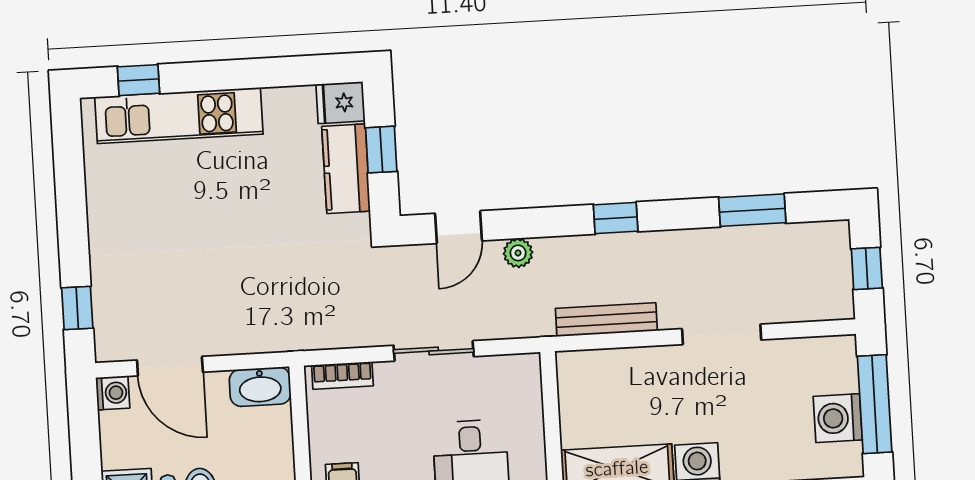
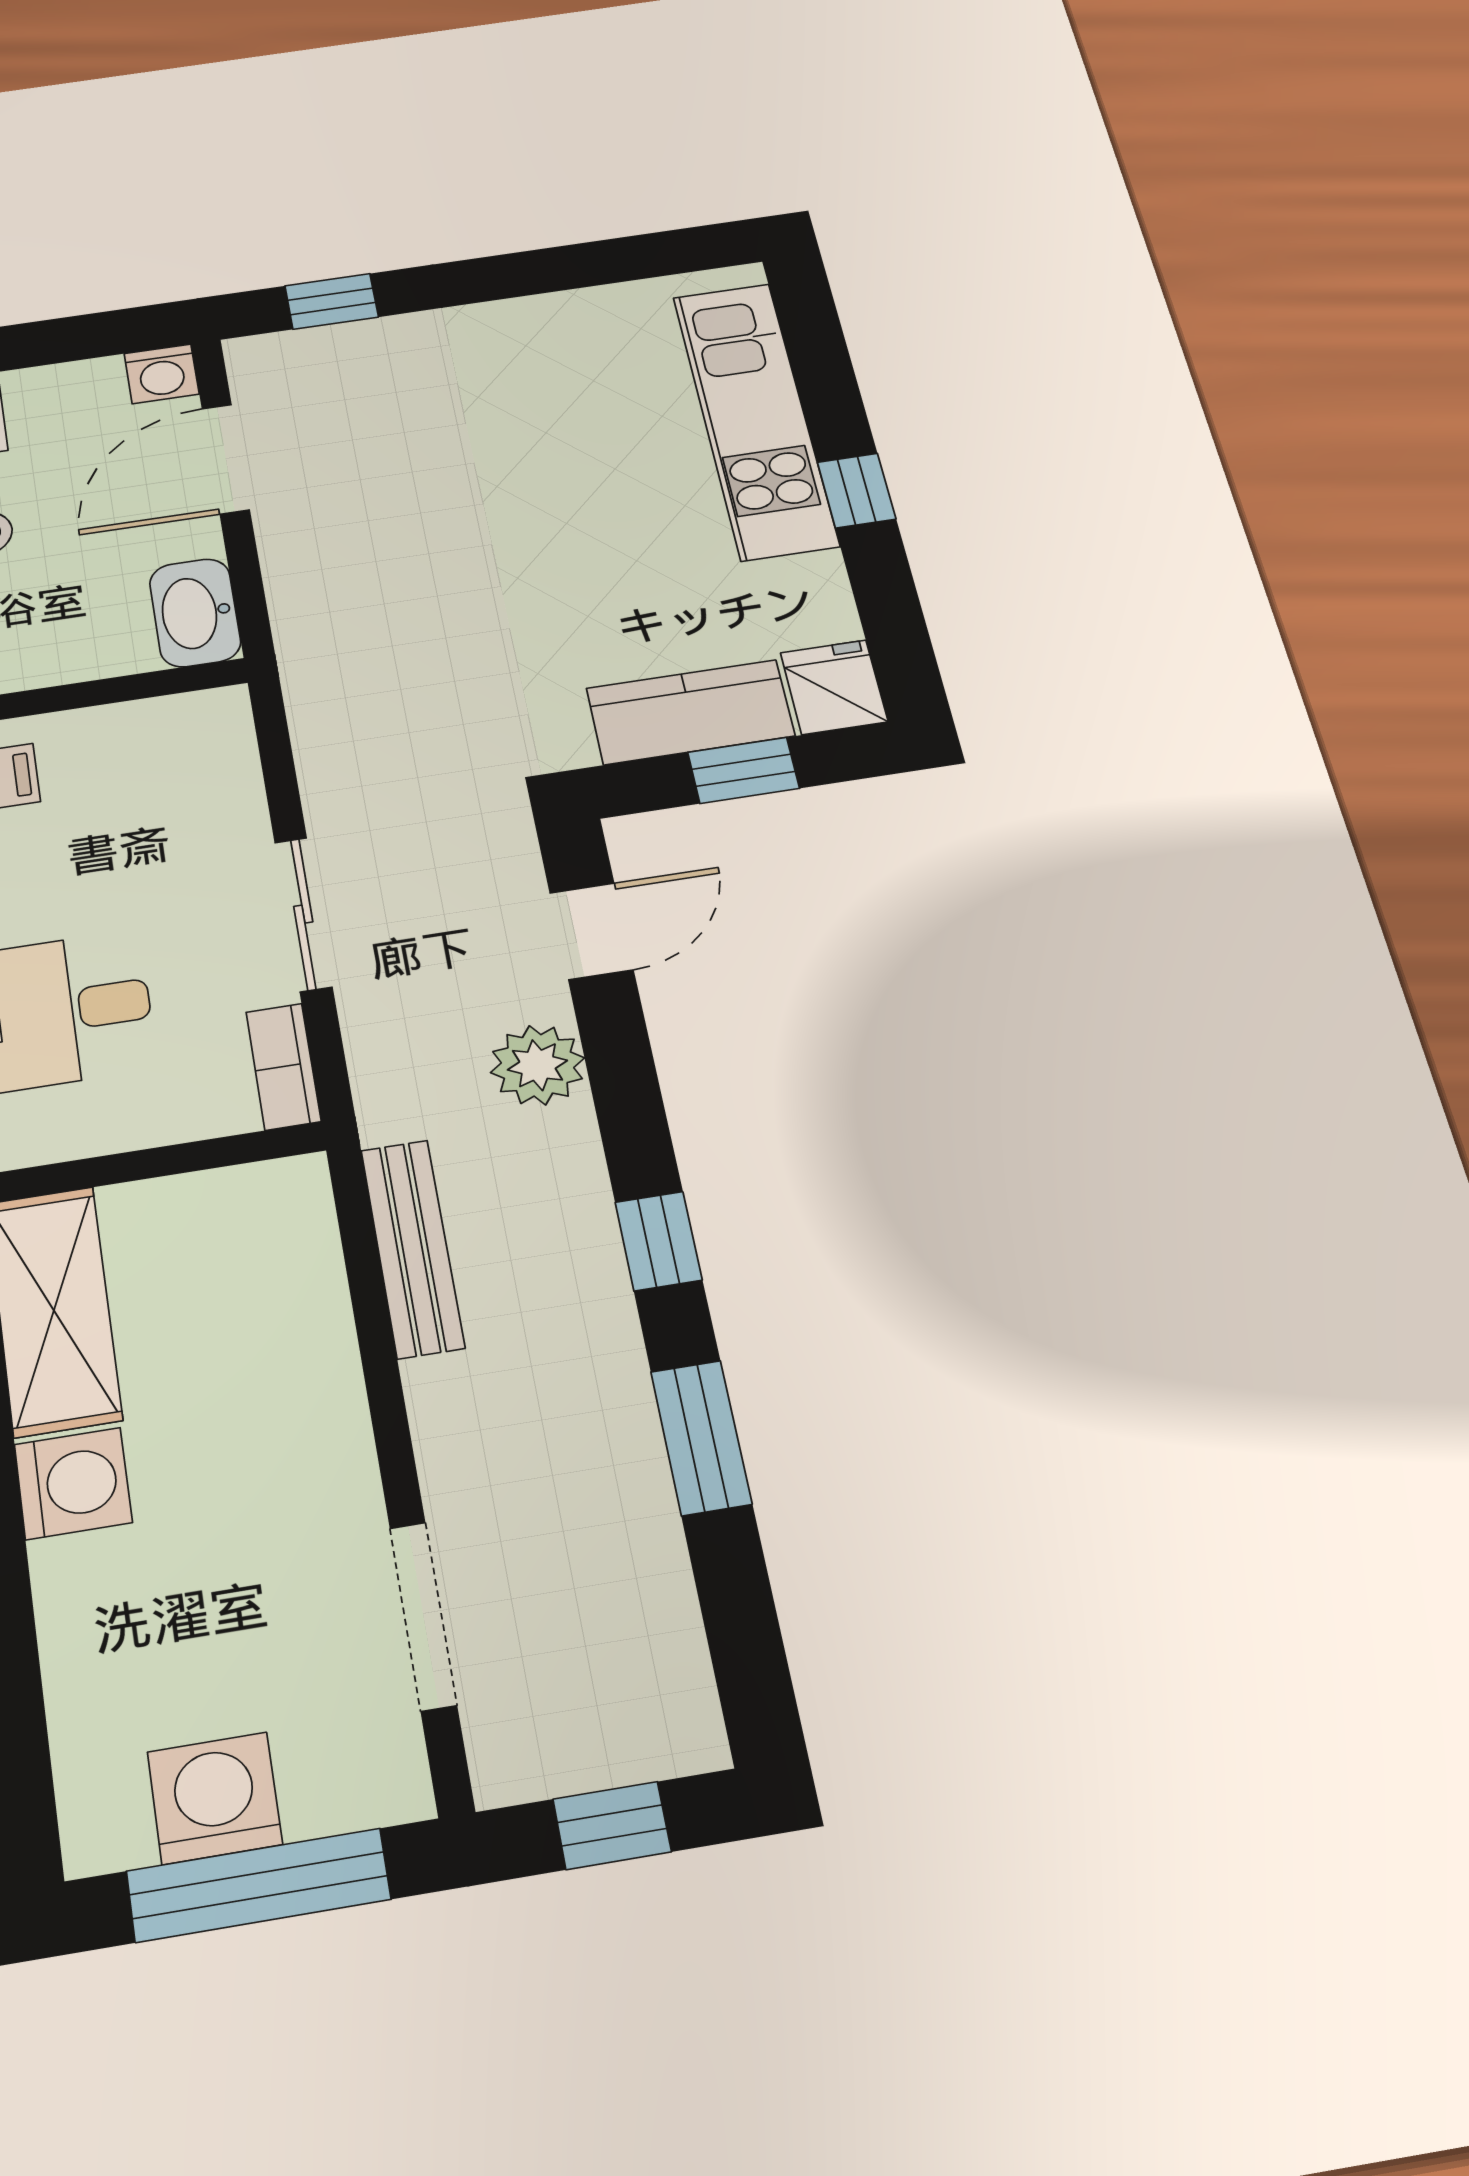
window: (138, 80) -> (856, 491), moved
window: (752, 210) -> (701, 1438), moved
door: (459, 227) -> (591, 931), swing flipped
plant: (518, 253) -> (537, 1065), width x1.38, depth x1.38
doorway: (722, 334) -> (423, 1616), moved
bookcase: (342, 376) -> (283, 1067), moved

